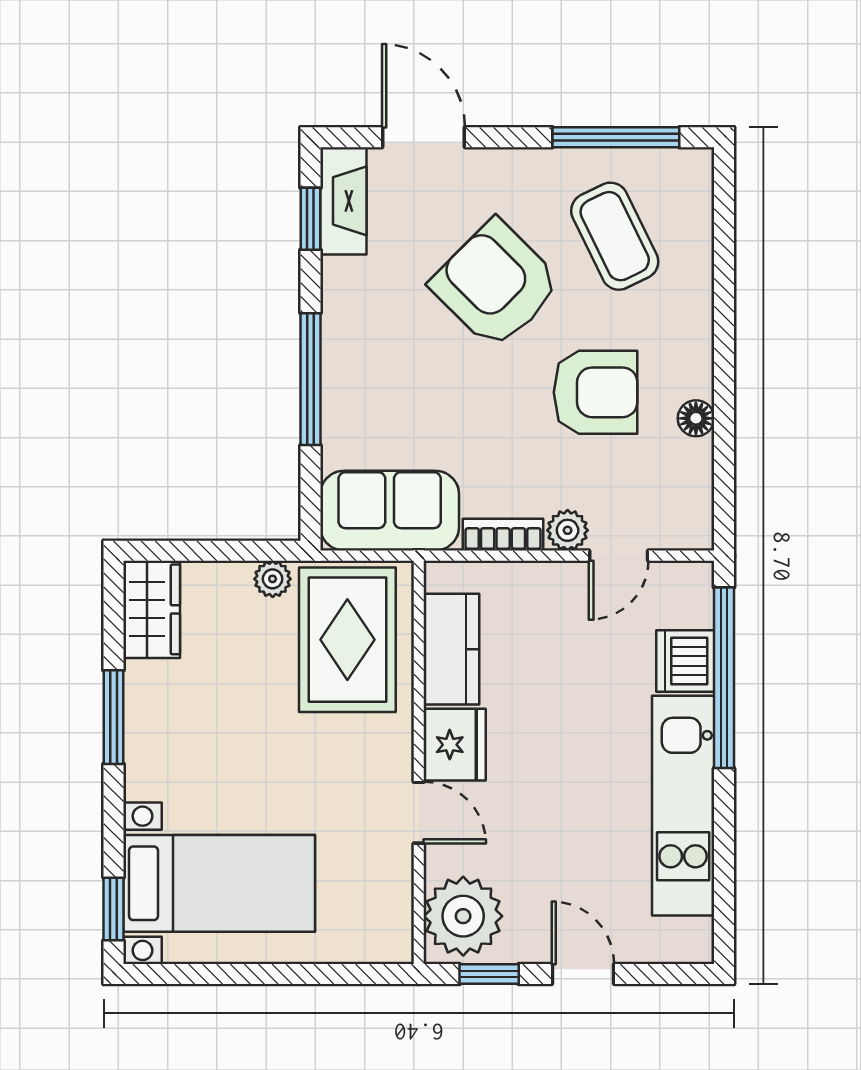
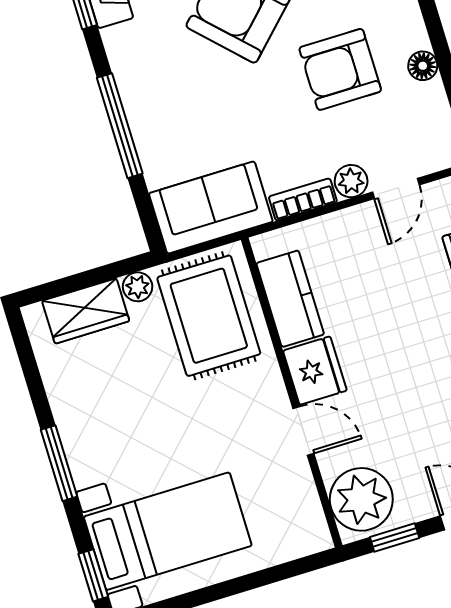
armchair: (596, 392) -> (340, 69), turned 180
wardrobe: (152, 609) -> (86, 311), moved, turned 90
window: (114, 717) -> (59, 463), moved

